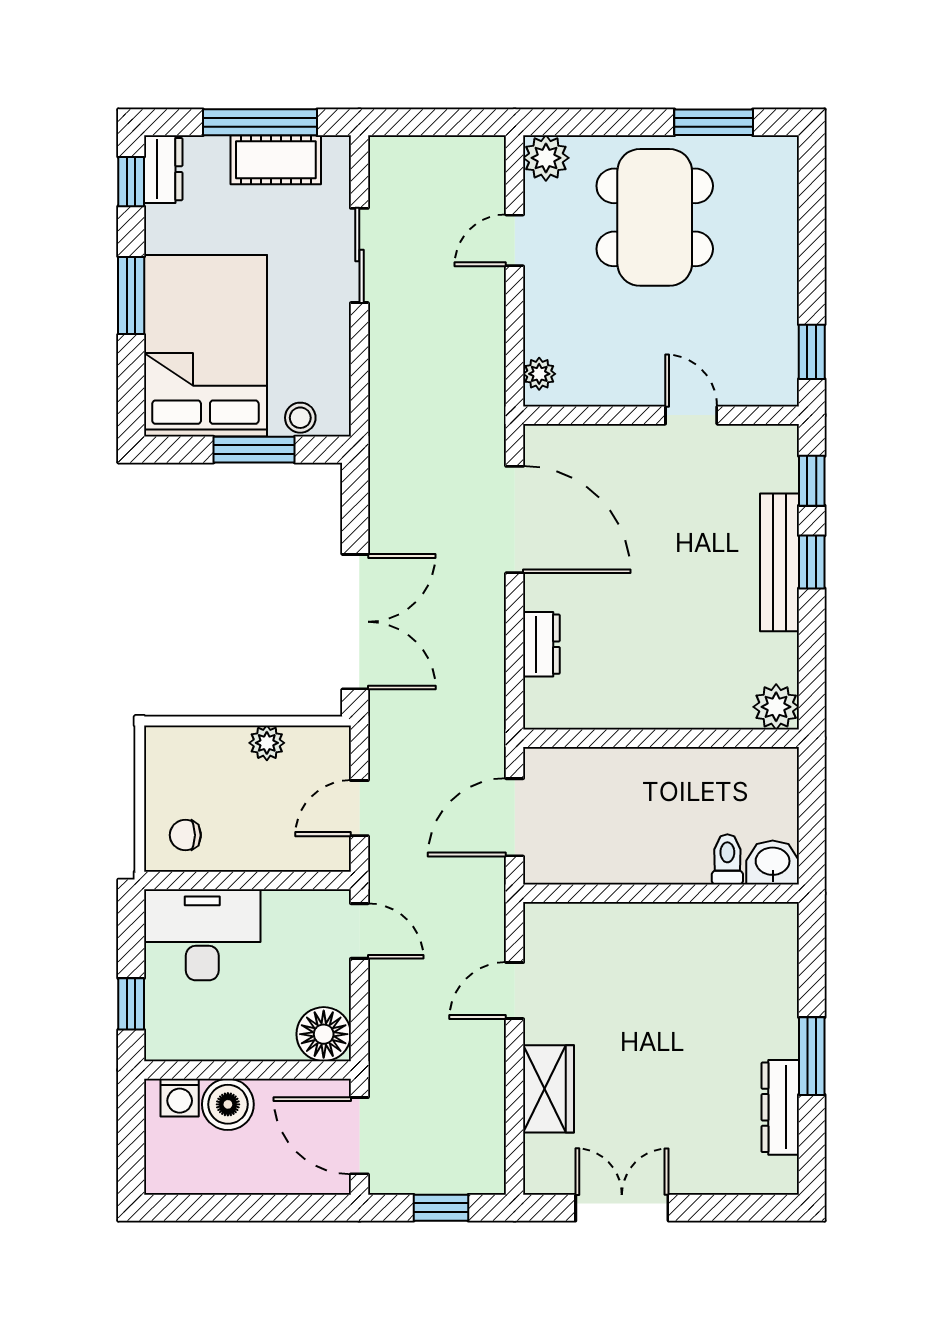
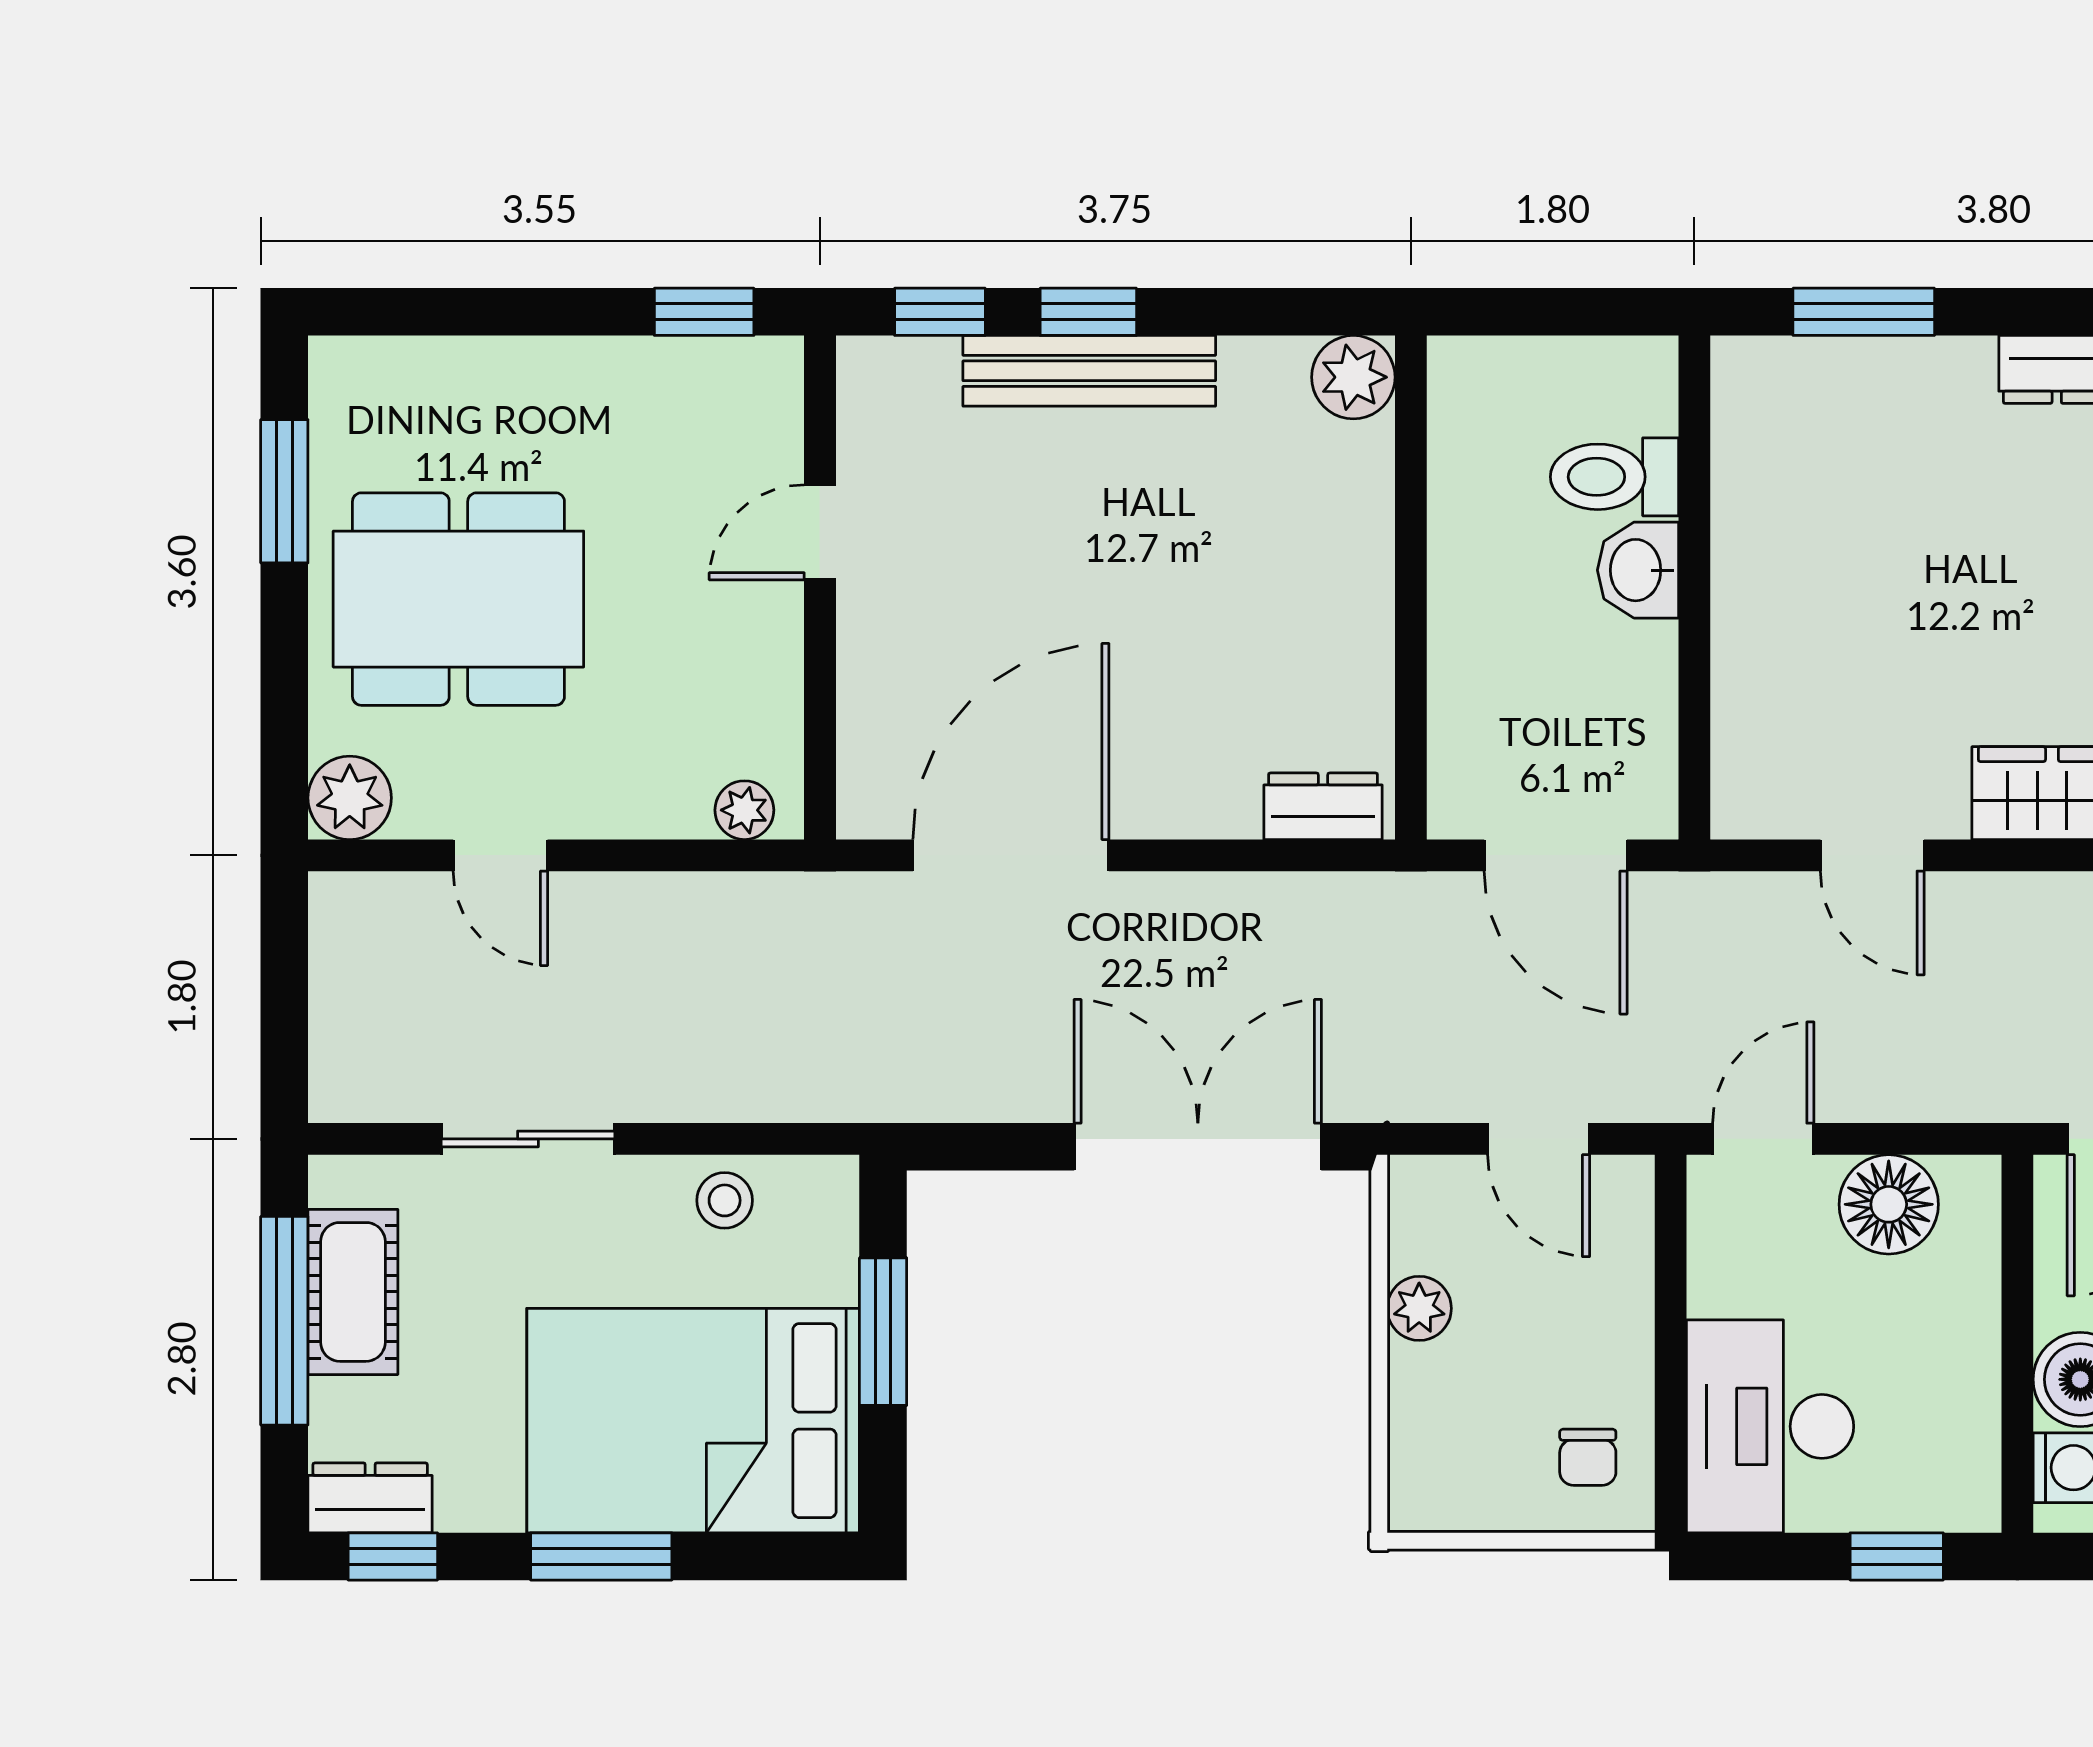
stool: (300, 418) -> (725, 1200), moved
dresser: (541, 644) -> (1323, 806), moved
toilet: (727, 859) -> (1614, 477), width x1.37, depth x1.39
washbasin: (773, 862) -> (1638, 570), moved
floor lamp: (324, 1034) -> (1889, 1204), moved
window: (812, 1056) -> (1864, 312), moved

